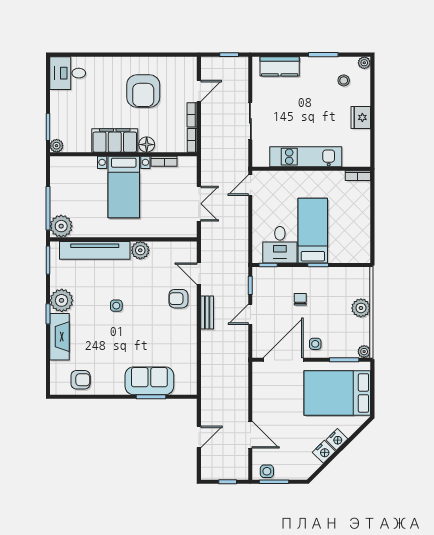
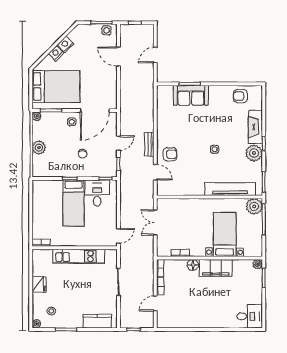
armchair: (143, 91) -> (195, 303), removed
bed with nightstands: (124, 187) -> (225, 234), moved
plant: (140, 250) -> (197, 189), removed

